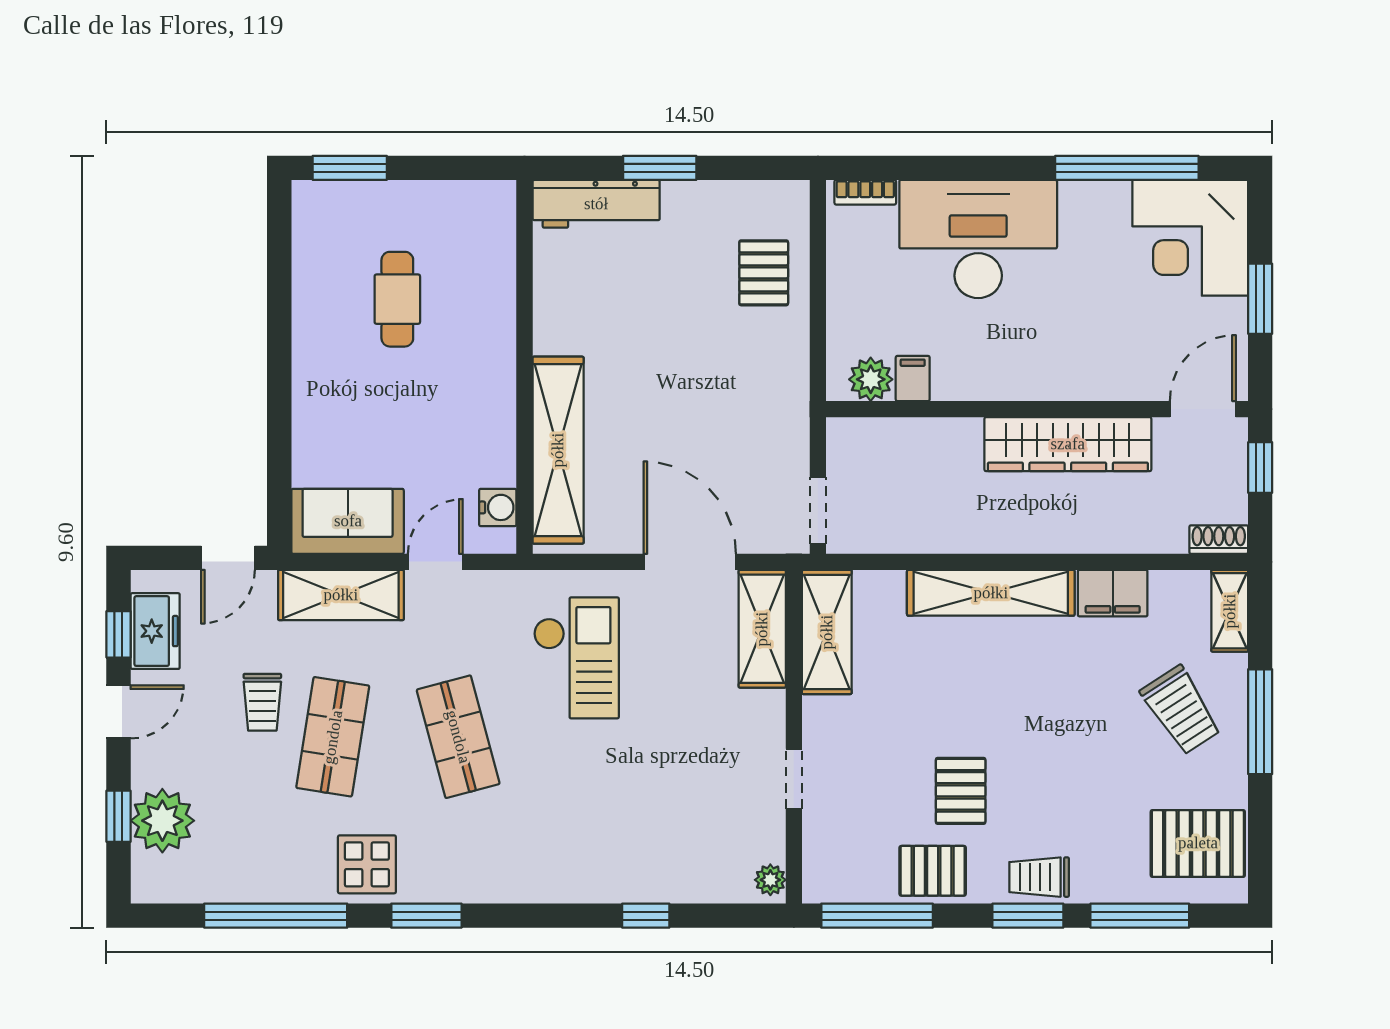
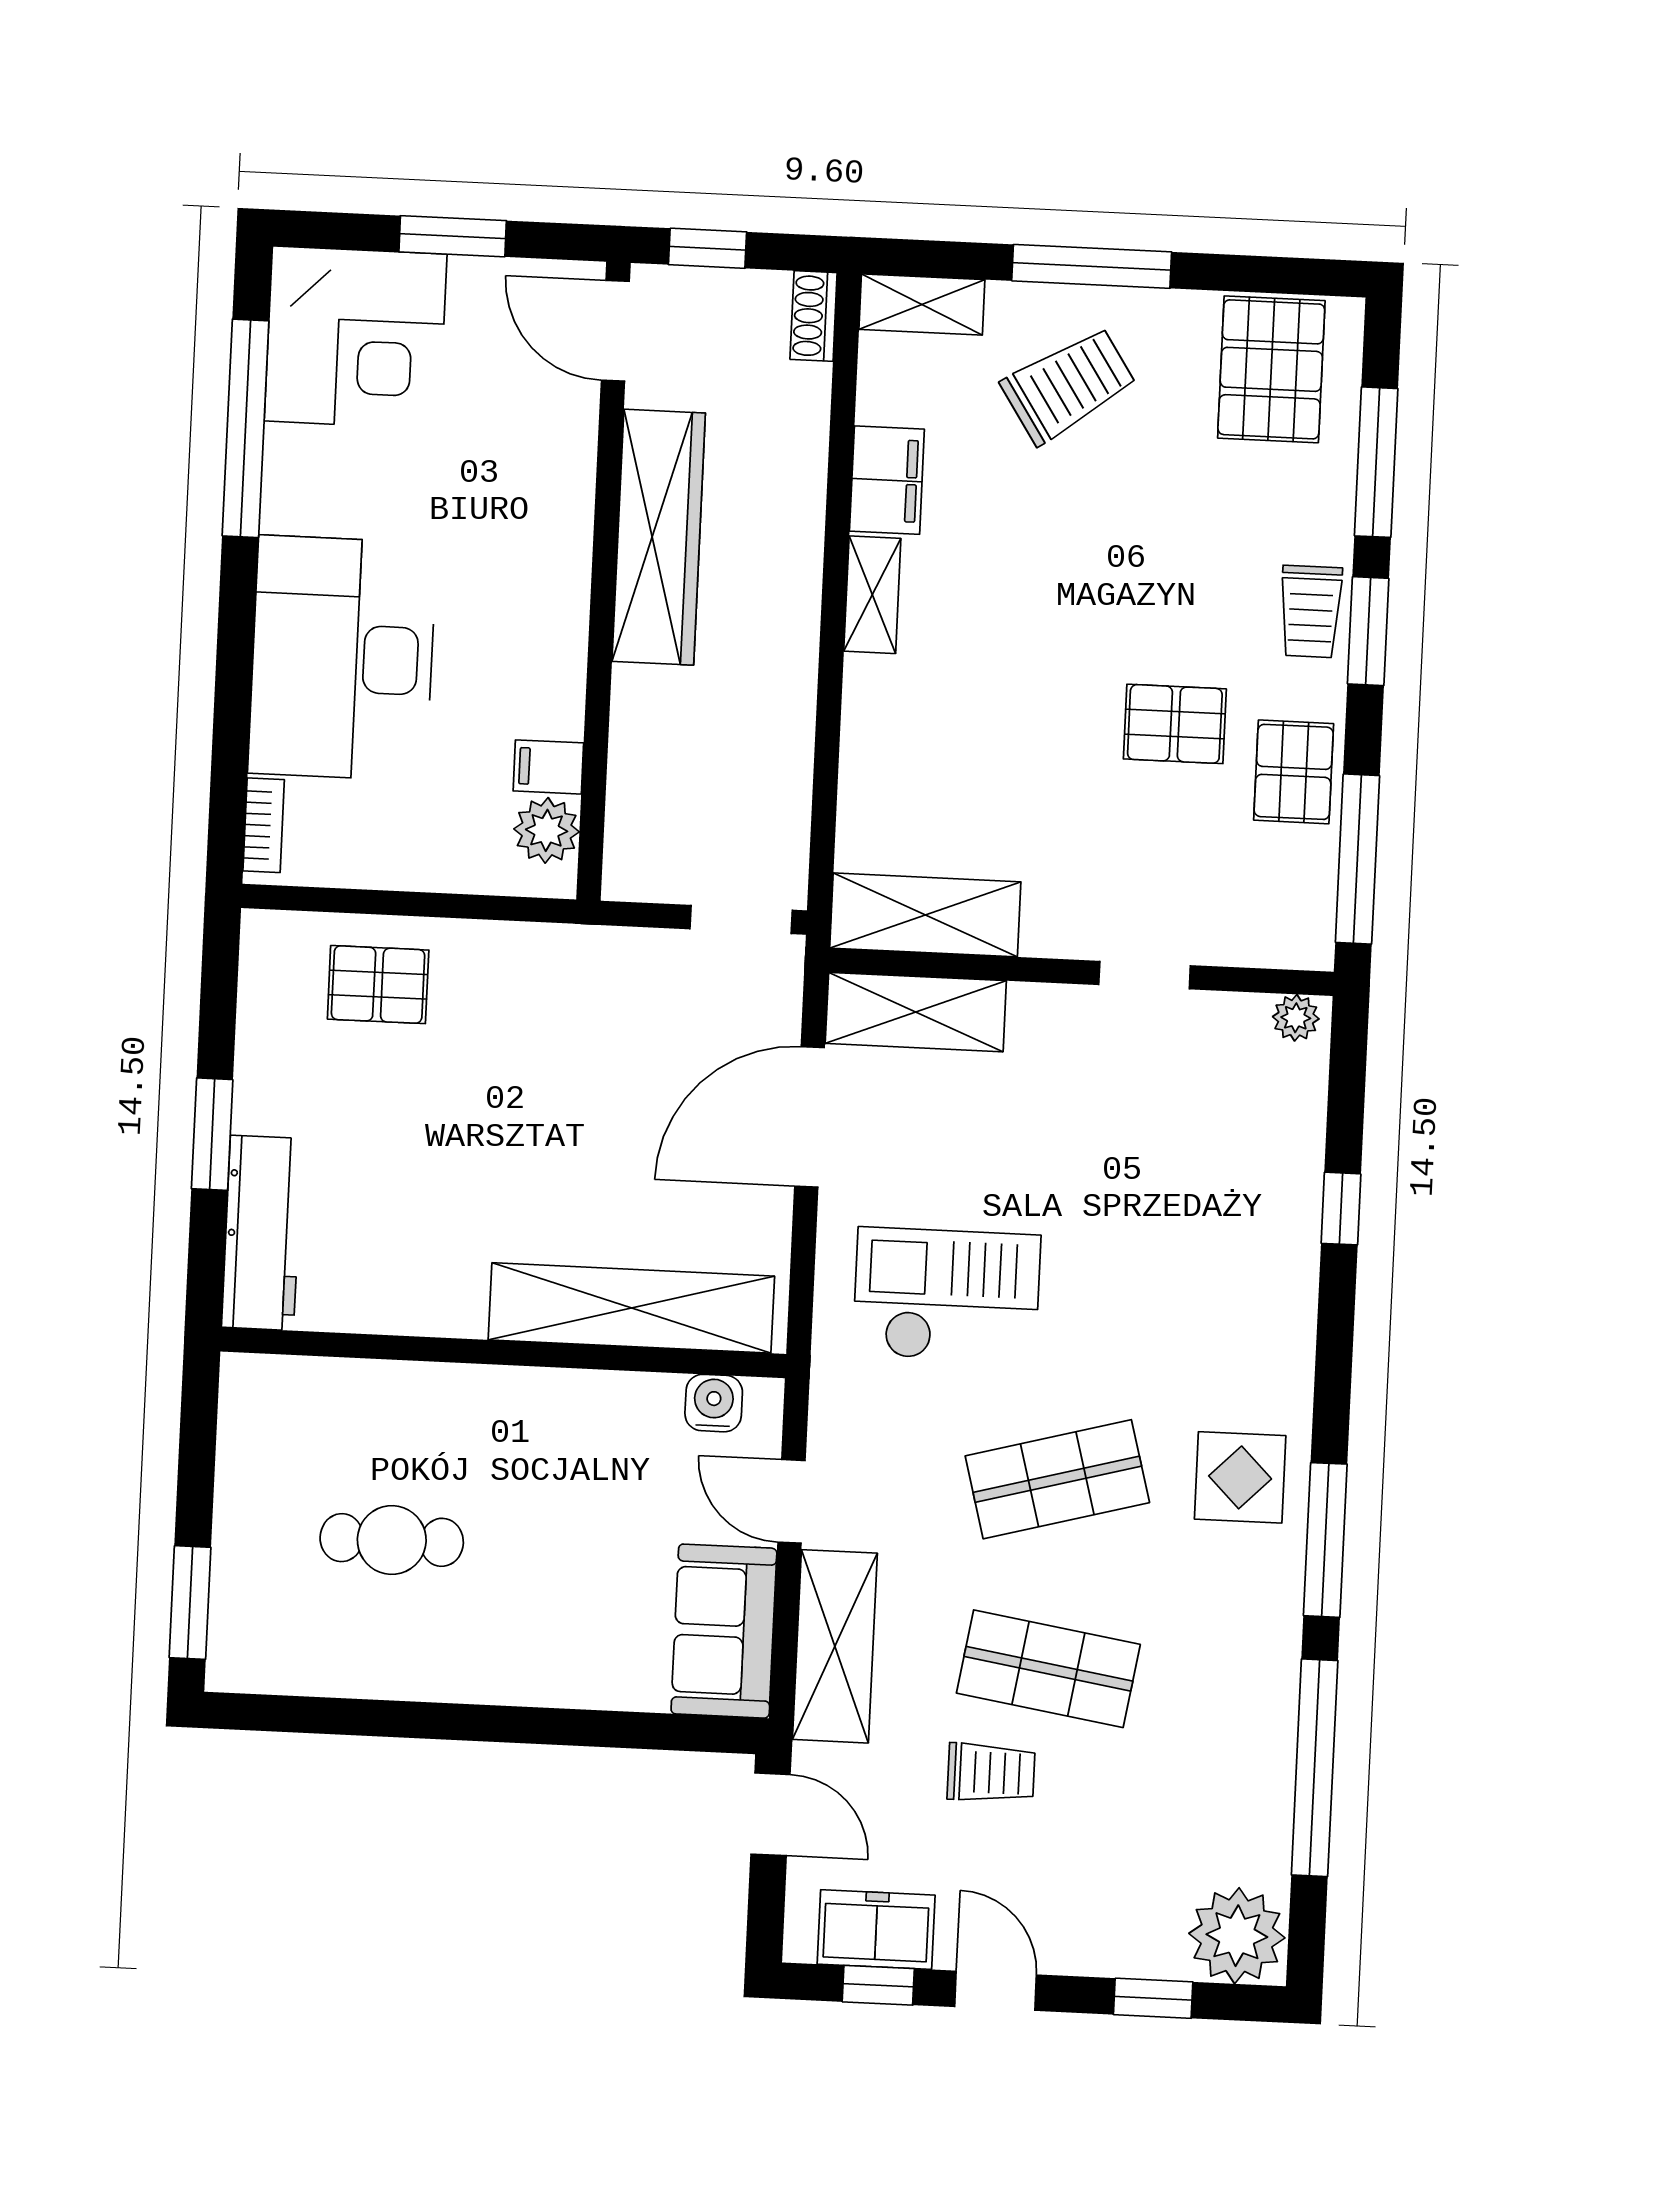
shelving: (991, 593) -> (872, 595), width x0.45, depth x0.75
plant: (162, 821) -> (1237, 1936), moved
display table: (367, 864) -> (1240, 1477), moved
window: (426, 916) -> (1325, 1540), width x1.44

